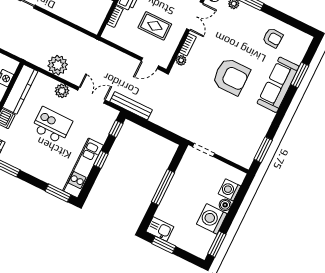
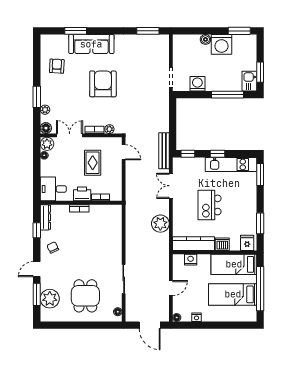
plant: (62, 91) -> (179, 210), removed
window: (163, 187) -> (227, 95), moved
washing machine: (229, 190) -> (197, 84), moved, turned 180

